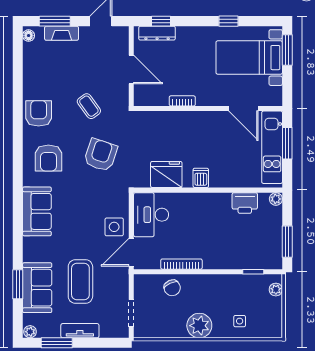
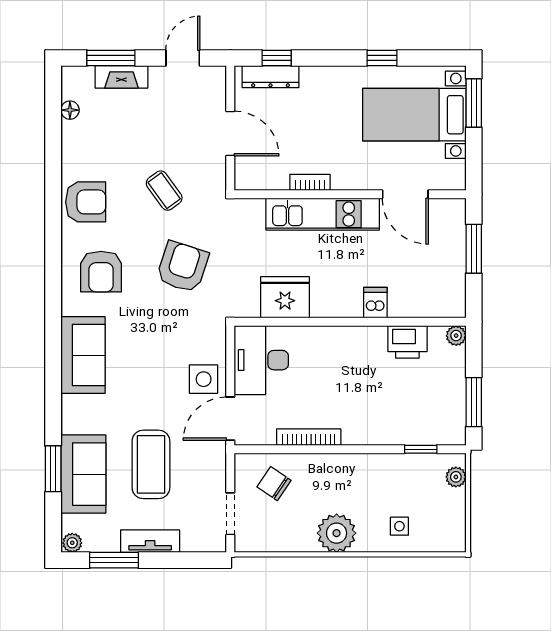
floor lamp: (29, 36) -> (70, 110), moved
armchair: (39, 113) -> (86, 202), turned 90
kitchen unit: (272, 147) -> (323, 214), moved, turned -90
dishwasher: (201, 178) -> (375, 303), moved
chair: (172, 288) -> (274, 484), moved, turned 149

